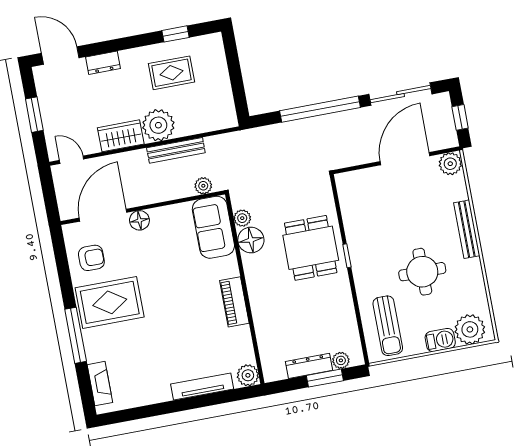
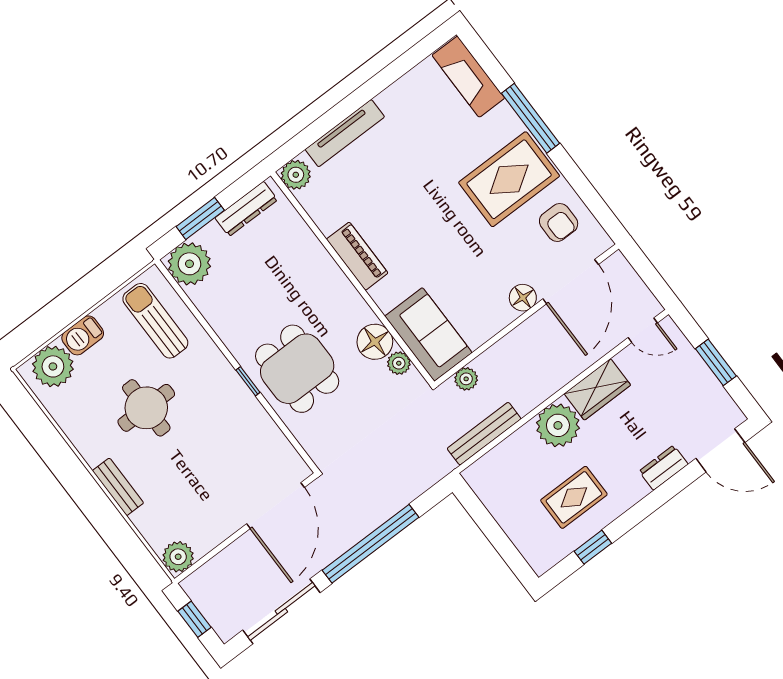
bench: (176, 150) -> (484, 434), moved
door: (405, 159) -> (275, 506), moved
bench: (467, 229) -> (118, 487), width x0.73
armchair: (91, 258) -> (559, 222), turned -90
plant: (341, 360) -> (189, 264), width x1.88, depth x1.88
dresser: (309, 366) -> (246, 209), moved
fireplace: (100, 384) -> (468, 77), width x1.37, depth x1.32

